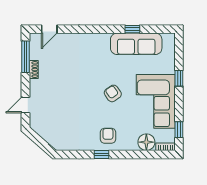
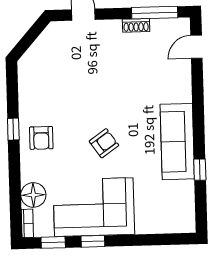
door: (49, 29) -> (196, 47), hinge flipped
sofa: (136, 44) -> (177, 142), moved
window: (179, 78) -> (93, 241), moved
armchair: (108, 136) -> (41, 138), turned 90

